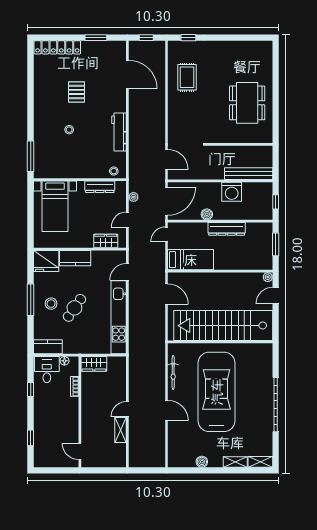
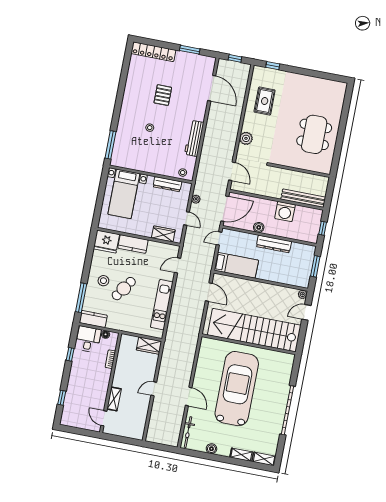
plant: (175, 121) -> (246, 138), added
door: (127, 220) -> (187, 218), swing flipped
window: (31, 300) -> (81, 298), moved
kitchen unit: (119, 317) -> (162, 305), width x0.73
wardrobe: (94, 364) -> (149, 346), moved
bicycle: (173, 372) -> (188, 432), moved
shelving: (121, 430) -> (114, 399), moved

